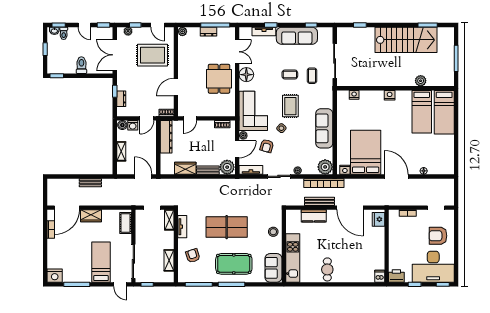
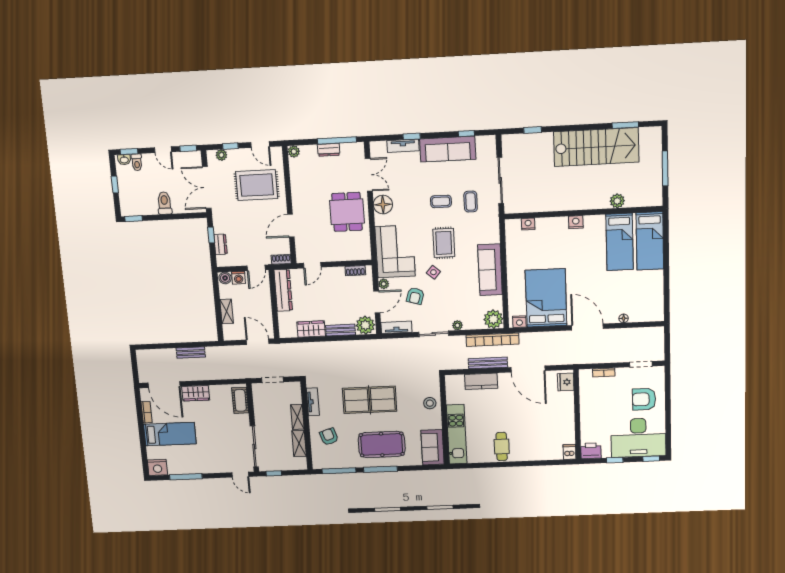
door: (67, 208) -> (164, 385), hinge flipped
shelving: (169, 220) -> (297, 417), moved
bed: (101, 262) -> (170, 434), moved, turned 90

